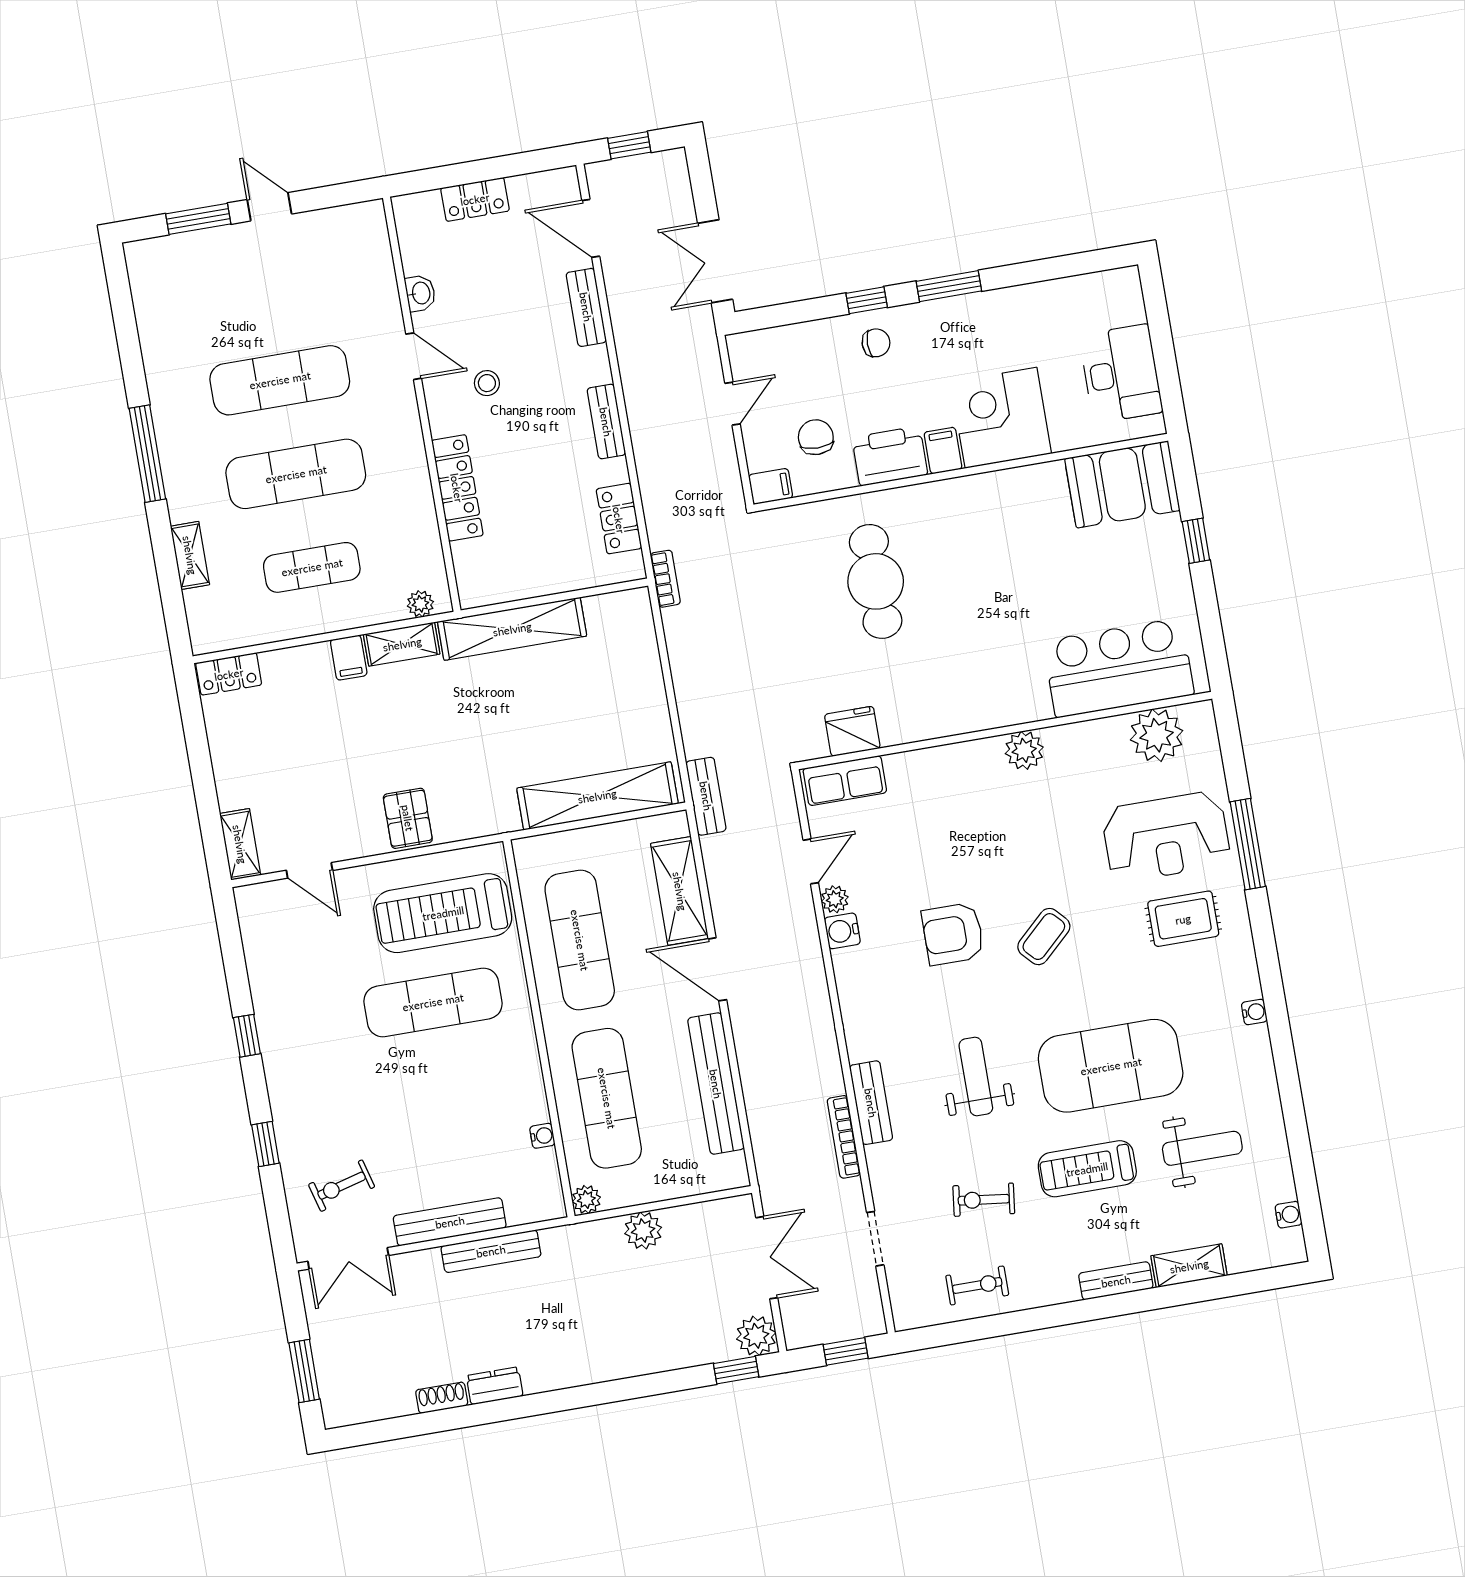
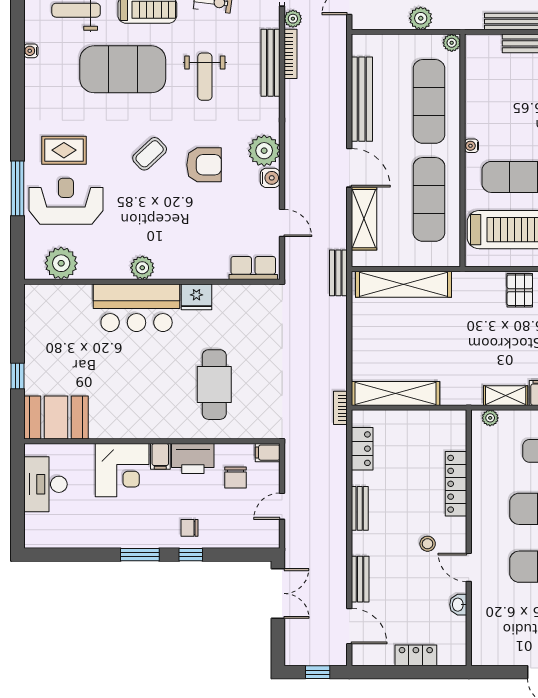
shelving: (512, 629) -> (395, 393), moved
bar counter: (1119, 668) -> (137, 308), moved
fridge: (852, 731) -> (196, 297), moved
door: (811, 861) -> (282, 223), swing flipped
plant: (835, 899) -> (264, 151), moved, width x1.87, depth x1.87
water cooler: (1254, 1012) -> (31, 51), moved
bench: (871, 1103) -> (271, 63), width x1.36
water cooler: (542, 1136) -> (472, 146), moved
plant: (850, 1195) -> (293, 19), added

